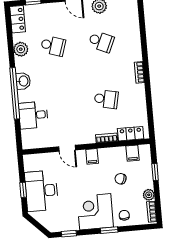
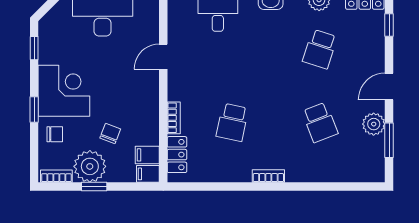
school desk: (101, 42) -> (320, 122), turned -45
filing cabinet: (92, 156) -> (148, 174), moved
window: (155, 172) -> (94, 187), moved
plant: (149, 195) -> (90, 166), width x1.87, depth x1.87

